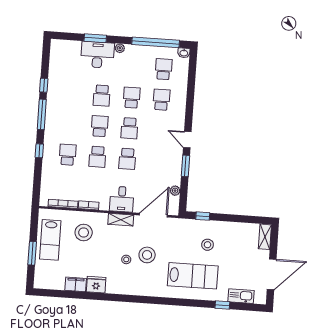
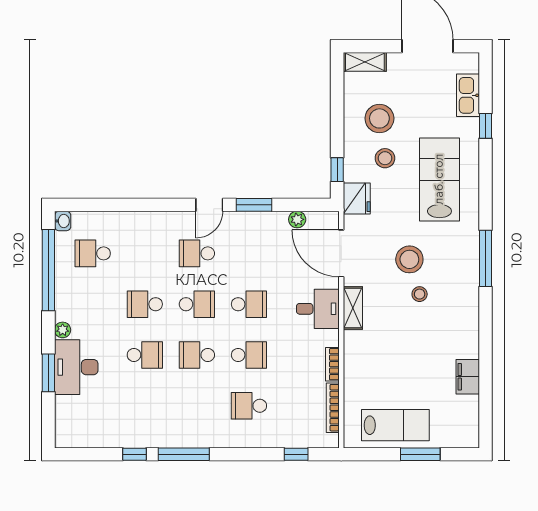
school desk: (161, 100) -> (197, 253), moved
window: (39, 151) -> (296, 454), moved
stool: (84, 232) -> (379, 118), moved
fridge: (96, 285) -> (357, 199), moved, turned 180
window: (144, 300) -> (486, 258), added

